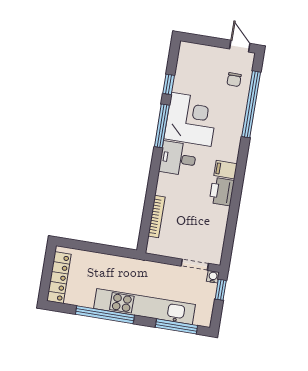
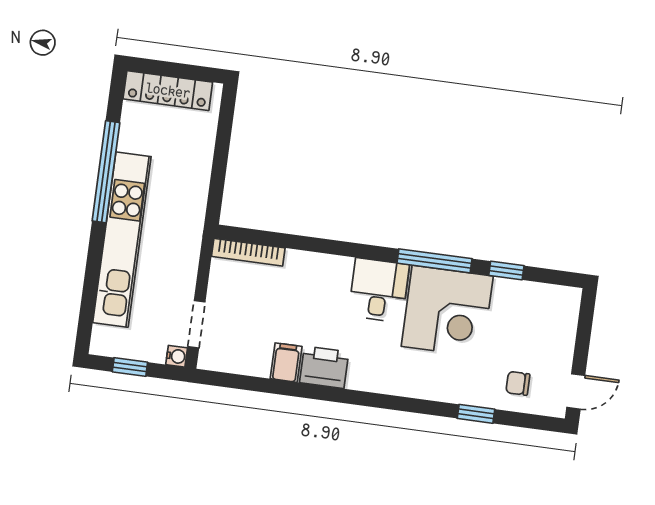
window: (251, 104) -> (476, 414), width x0.32
filing cabinet: (226, 170) -> (286, 363), moved
bookcase: (157, 216) -> (248, 252), moved
window: (221, 290) -> (130, 367), moved
window: (176, 326) -> (89, 296), removed

